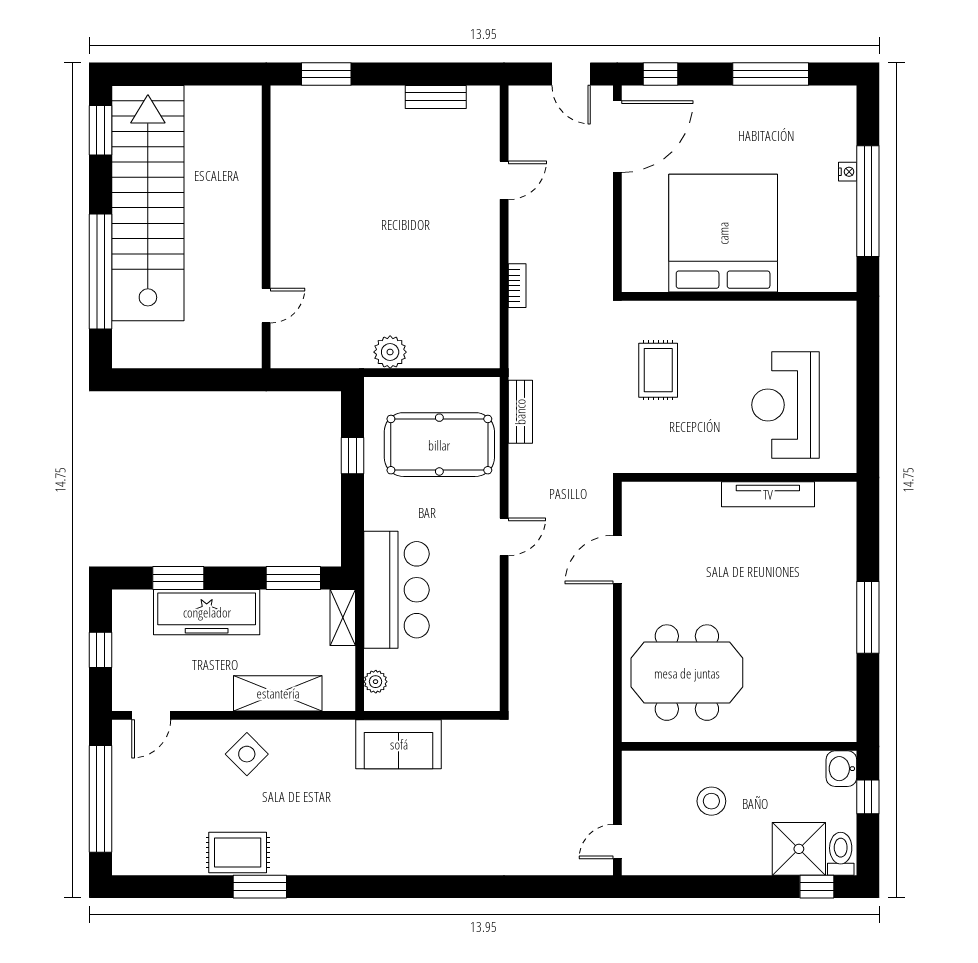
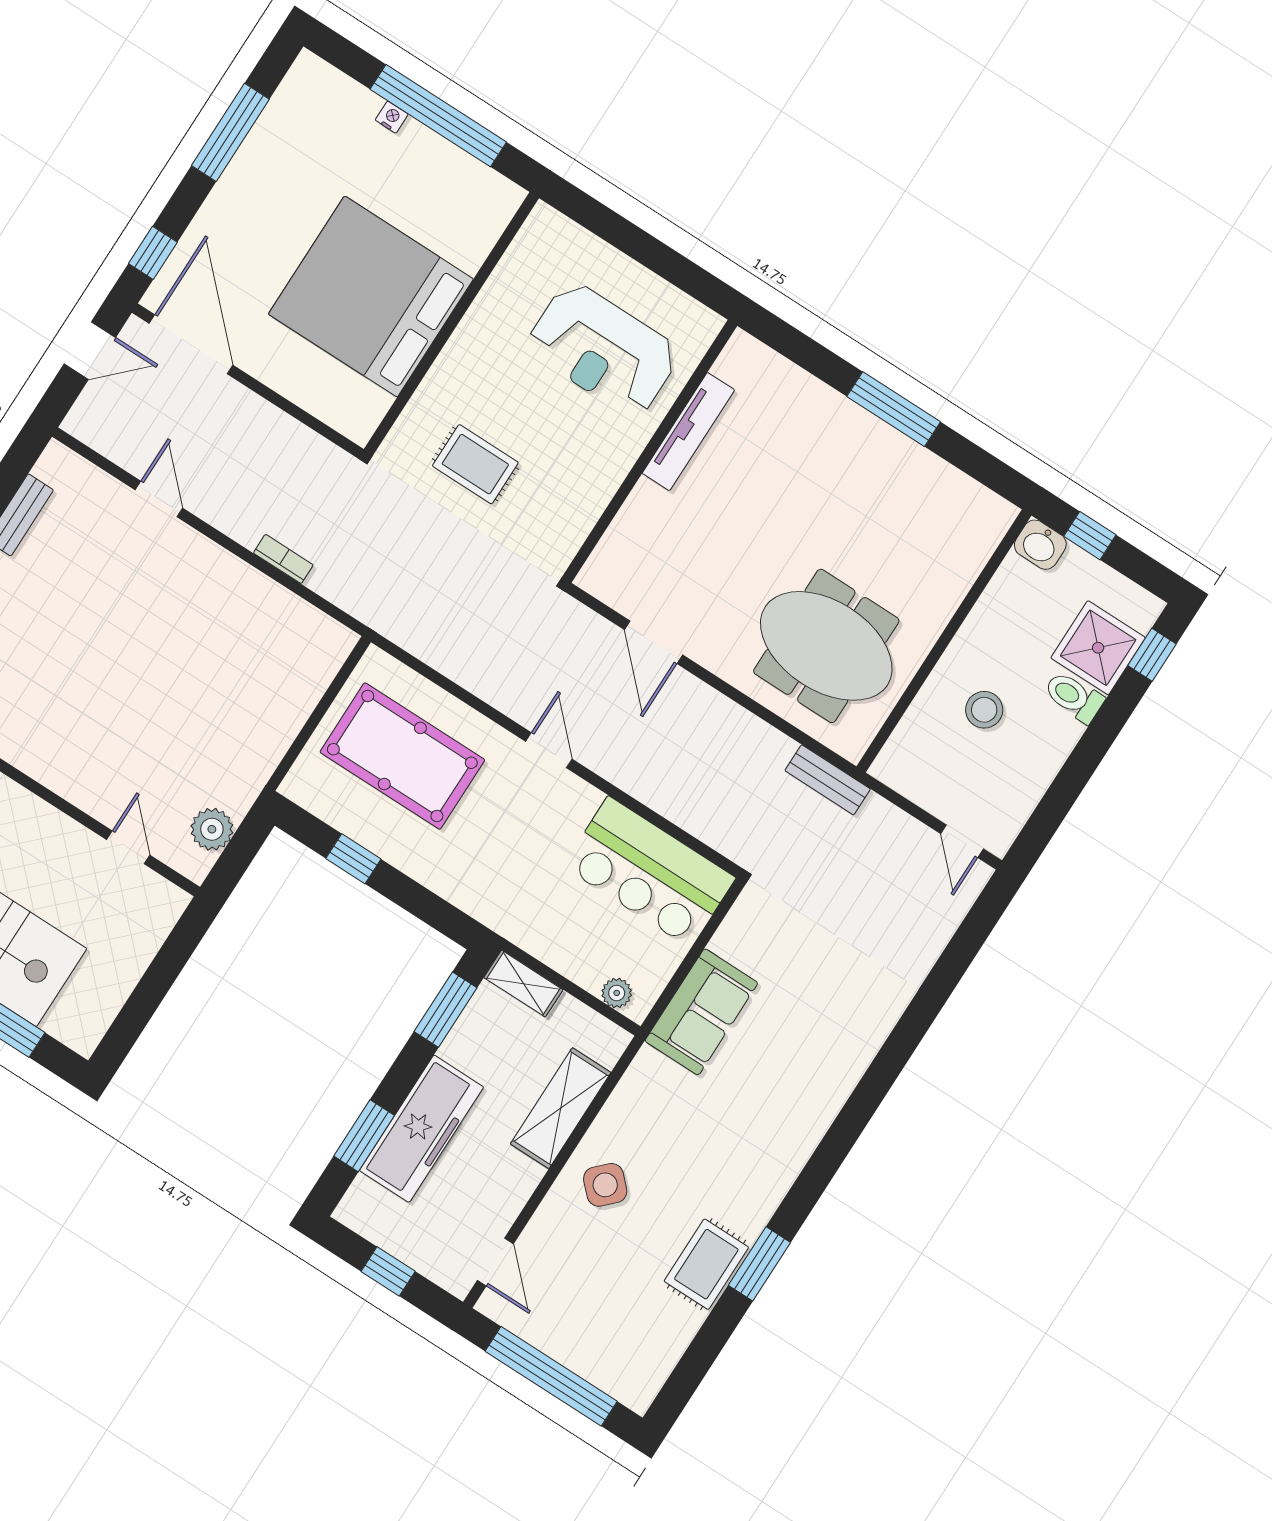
plant: (390, 352) -> (212, 829), moved
bench: (520, 412) -> (828, 780), moved
pool table: (439, 445) -> (402, 756), turned 90
bar counter: (396, 590) -> (649, 872), moved, turned 180
meeting table: (687, 673) -> (826, 646), turned 90
toilet: (841, 854) -> (1074, 697), moved

